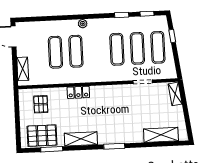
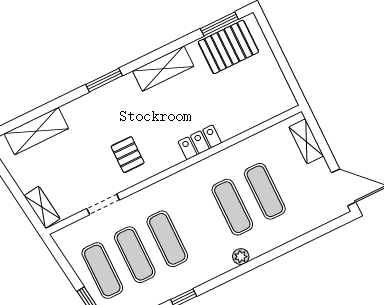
pallet: (41, 104) -> (128, 155), moved
window: (52, 149) -> (219, 24), moved

